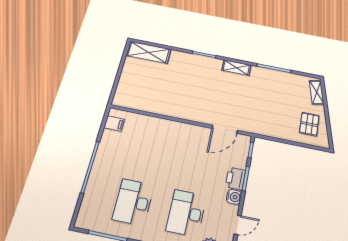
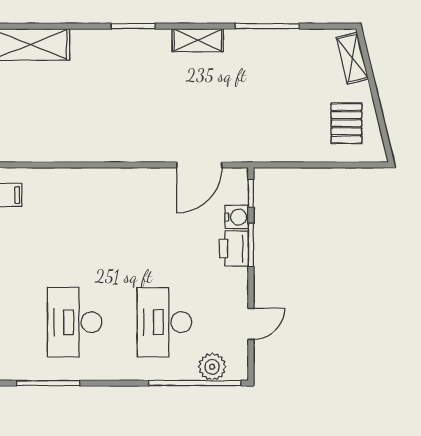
water cooler: (234, 197) -> (237, 217), moved

